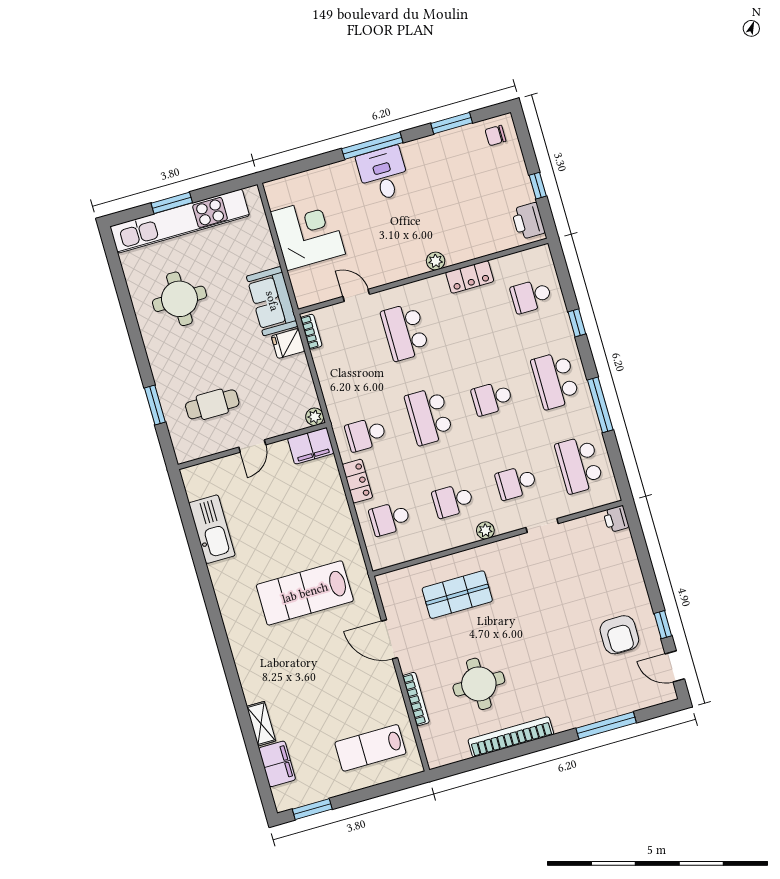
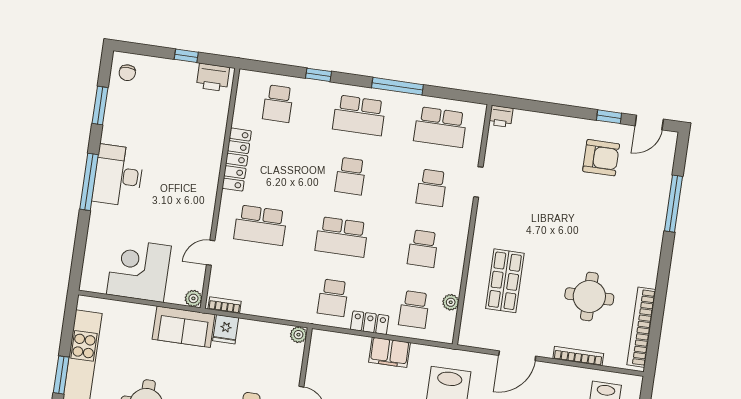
desk: (383, 174) -> (118, 176), width x1.37
plant: (436, 261) -> (193, 298), moved
locker: (470, 277) -> (237, 160), width x1.53
filing cabinet: (311, 446) -> (389, 352), moved, turned 90
plant: (485, 530) -> (451, 302), moved
bookcase: (511, 737) -> (641, 327), moved

